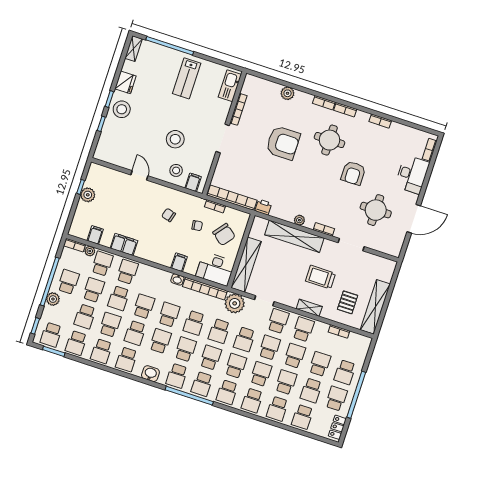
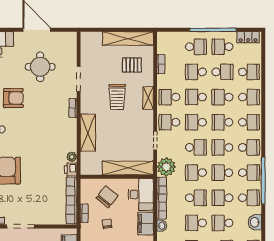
plant: (299, 220) -> (72, 157), moved
shelving: (294, 236) -> (88, 133), width x0.68
filing cabinet: (179, 262) -> (146, 224), width x2.00
school desk: (219, 331) -> (196, 173), turned 180

